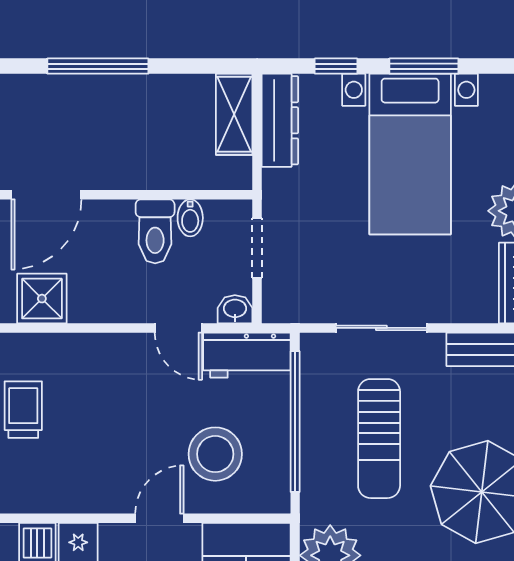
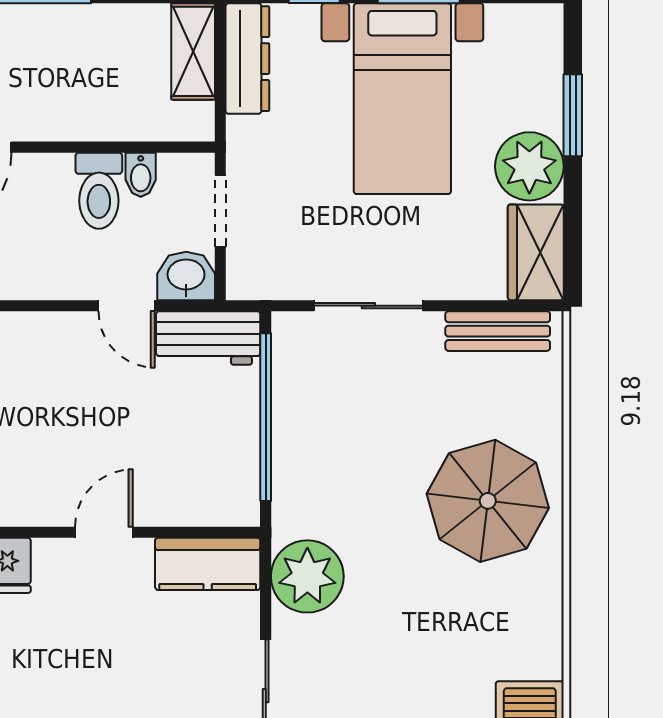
washbasin: (235, 309) -> (186, 276), width x1.38, depth x1.45
sun lounger: (379, 439) -> (365, 437), removed
stool: (215, 454) -> (170, 456), removed

